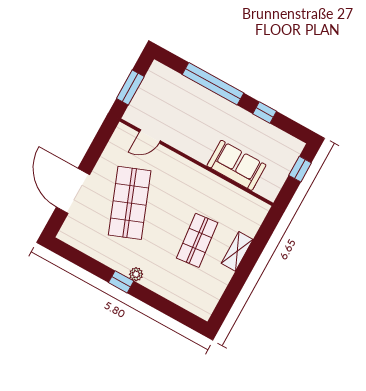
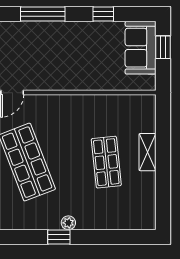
window: (213, 84) -> (43, 14), width x0.68
sofa: (236, 165) -> (141, 48), moved, turned -90

